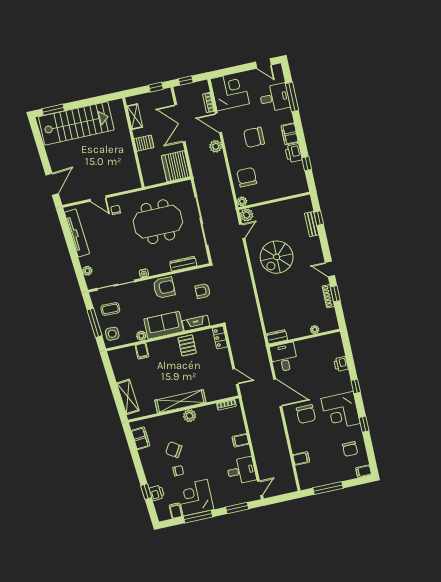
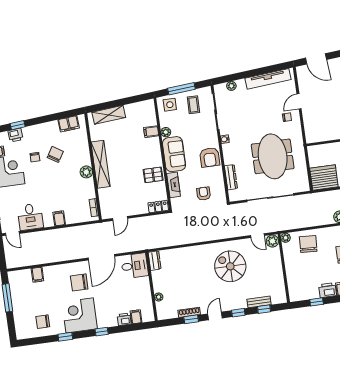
chair: (247, 177) -> (308, 244), turned -87
window: (325, 245) -> (238, 313), added
filing cabinet: (364, 471) -> (136, 317), moved

